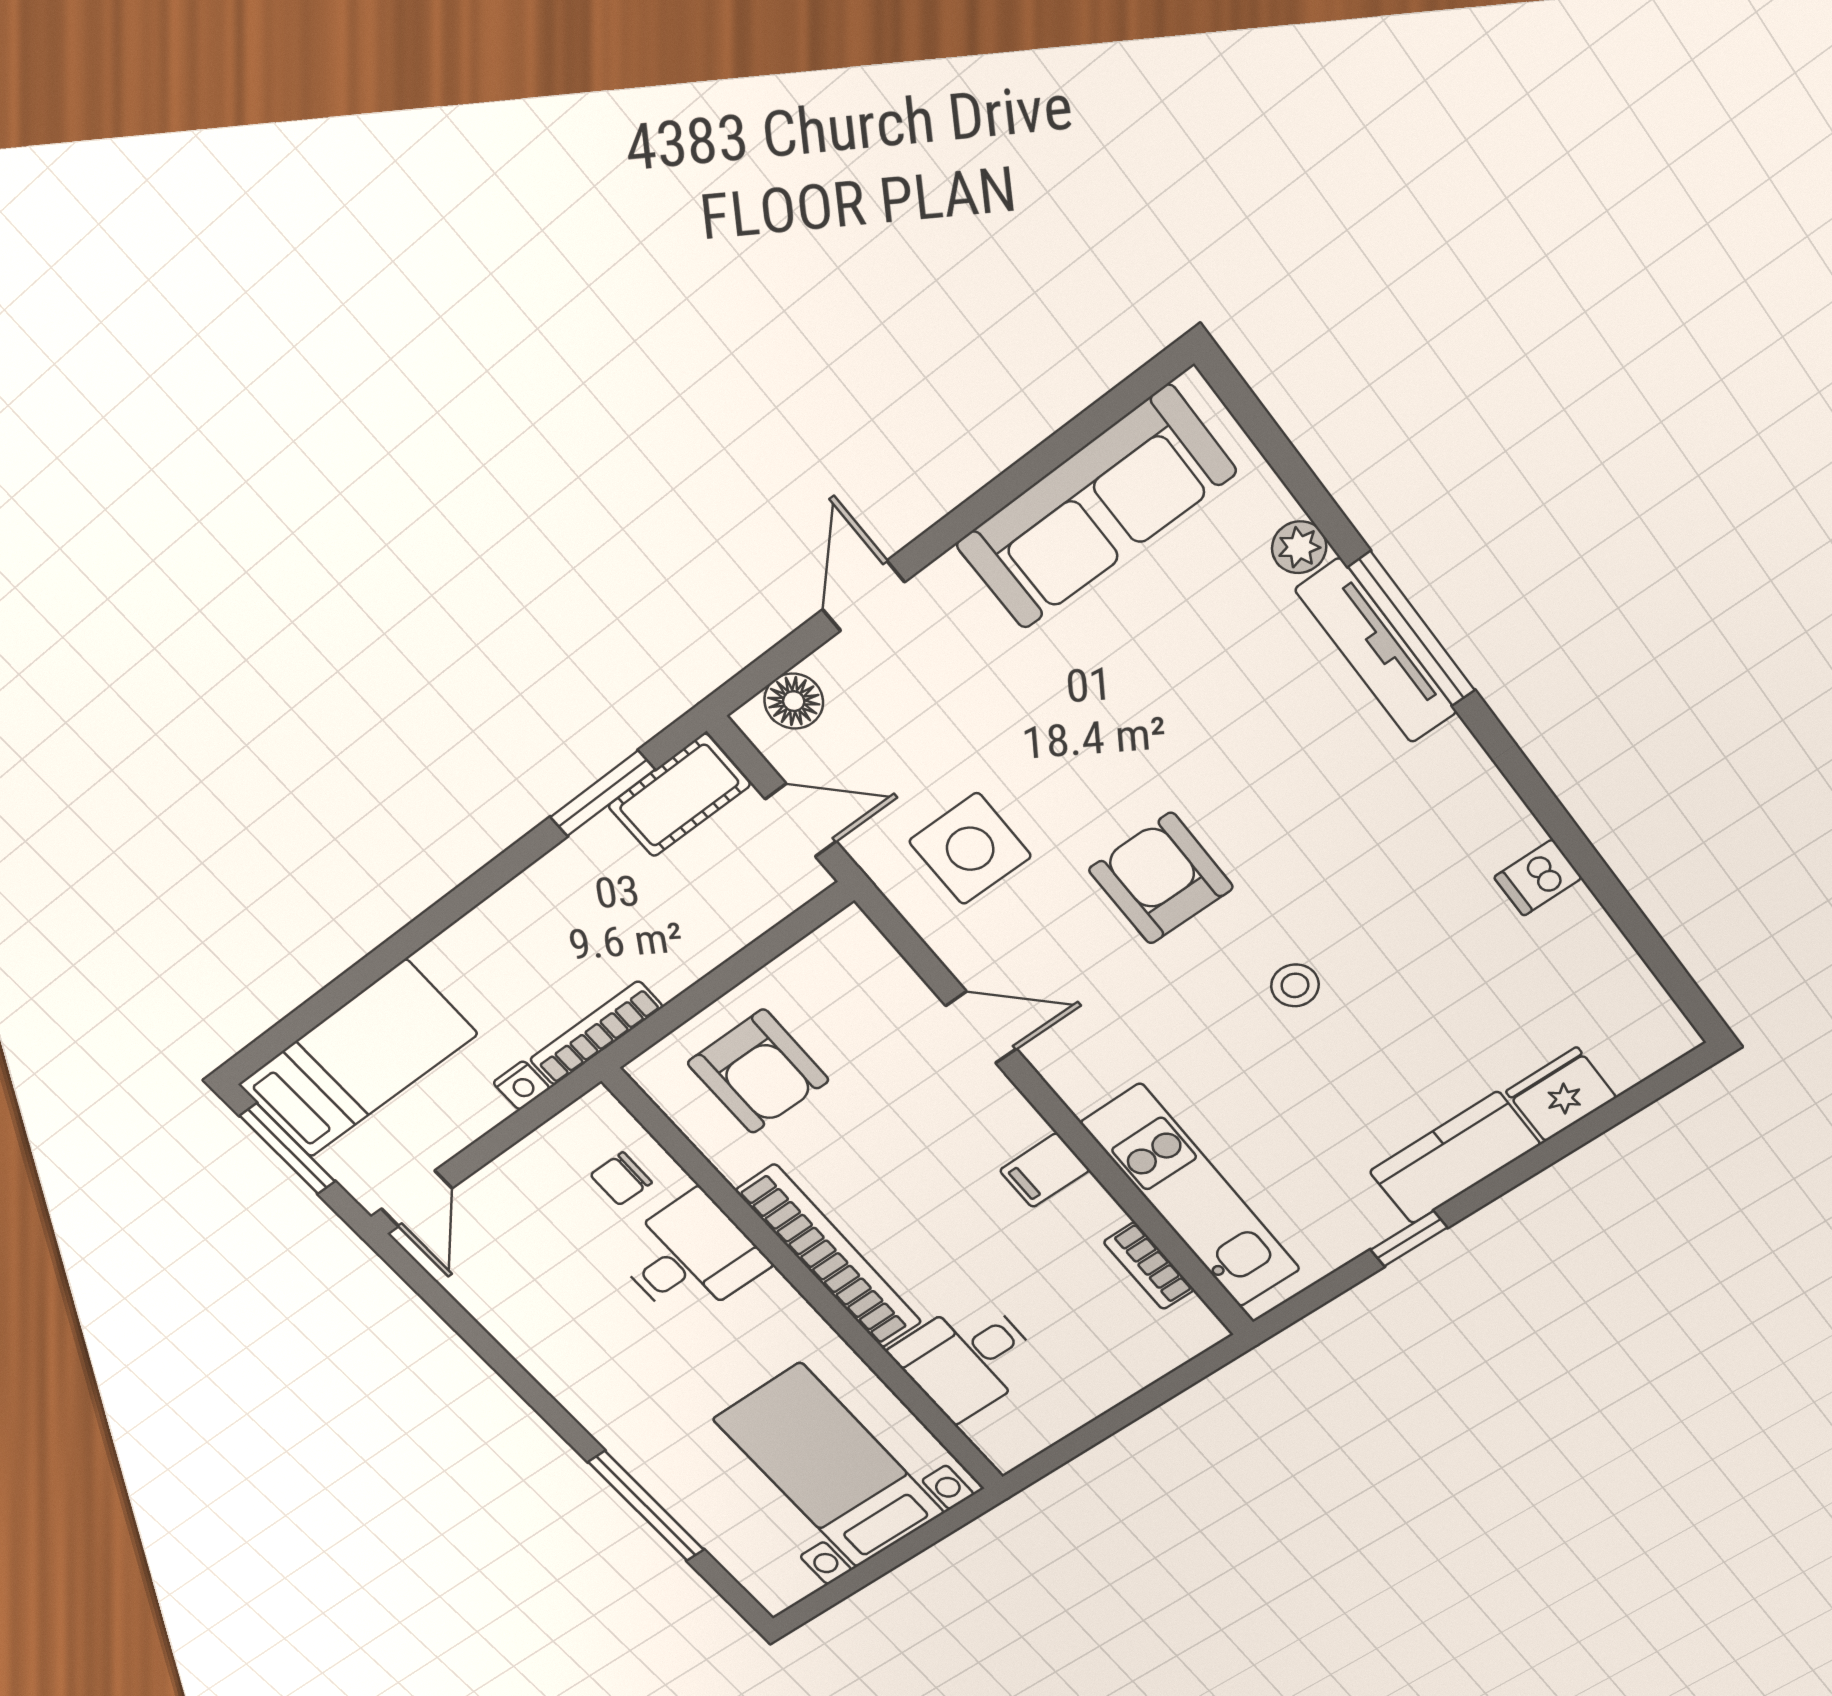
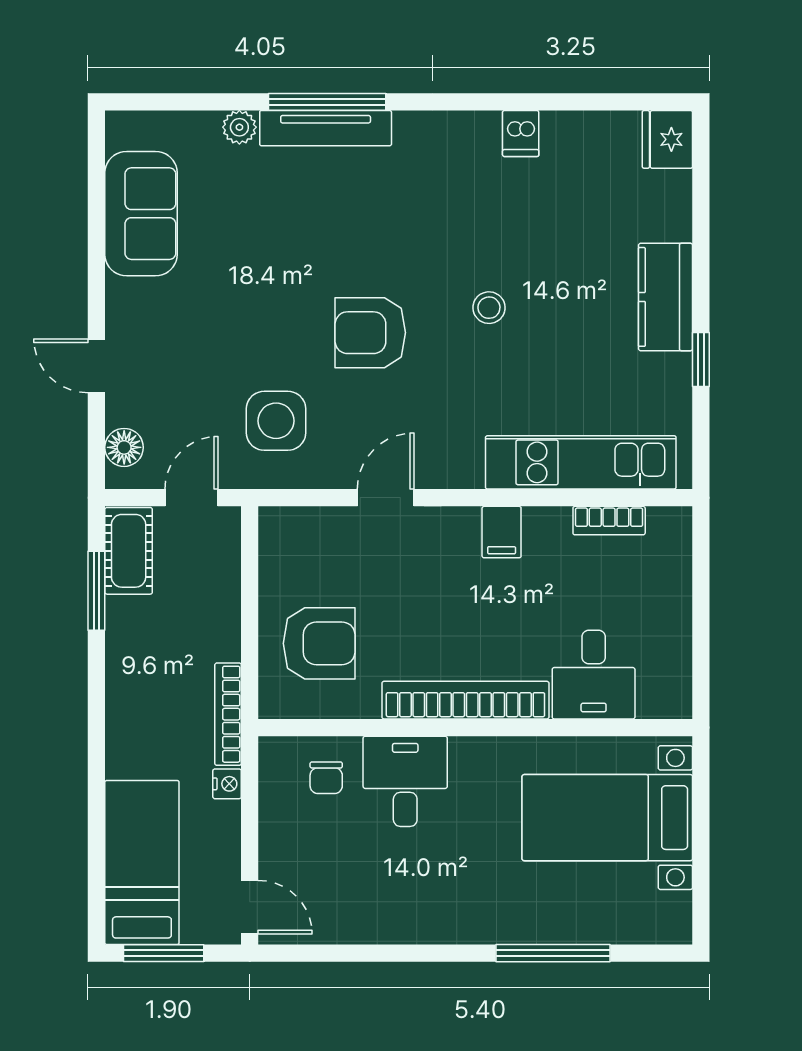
sofa: (1095, 508) -> (141, 214), width x0.73
fridge: (1561, 1094) -> (667, 139), moved

